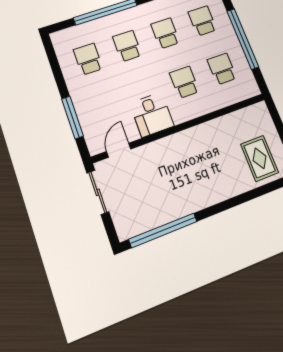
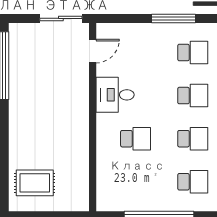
school desk: (222, 69) -> (136, 182), removed
window: (72, 117) -> (173, 18), moved
door: (119, 150) -> (93, 51), hinge flipped

